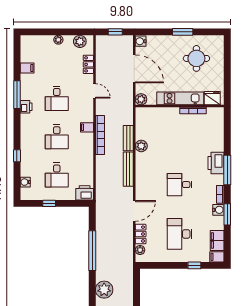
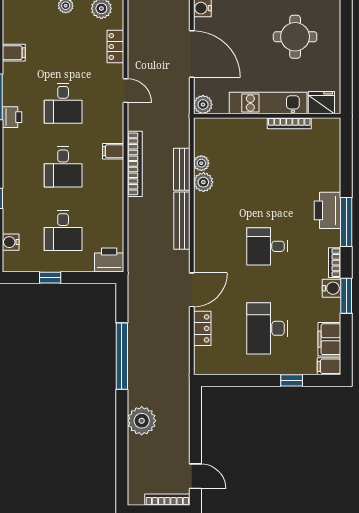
plant: (140, 250) -> (201, 163), moved

